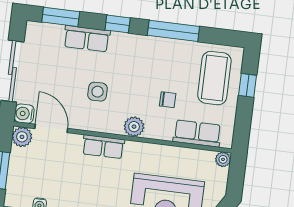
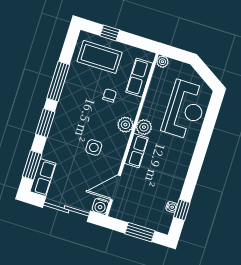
window: (118, 24) -> (45, 123), width x1.50
row of seats: (87, 39) -> (43, 177), moved
plant: (22, 137) -> (144, 127), moved

